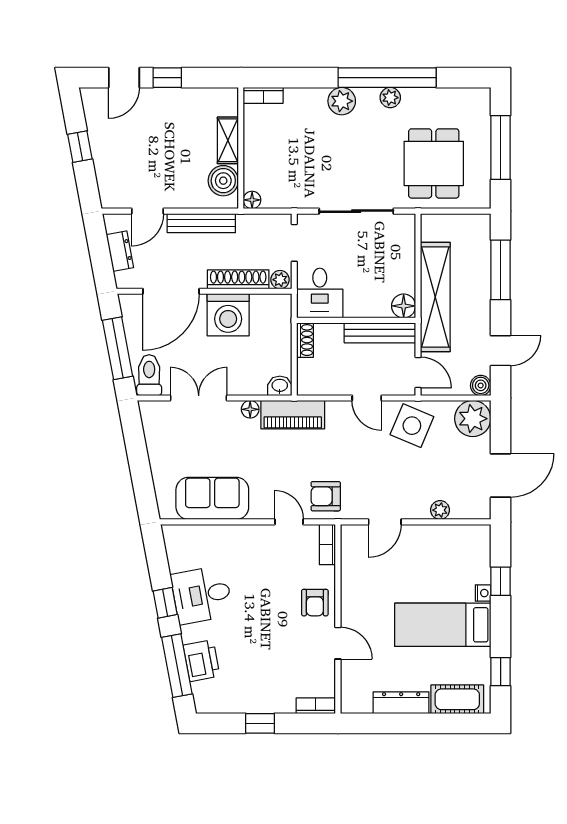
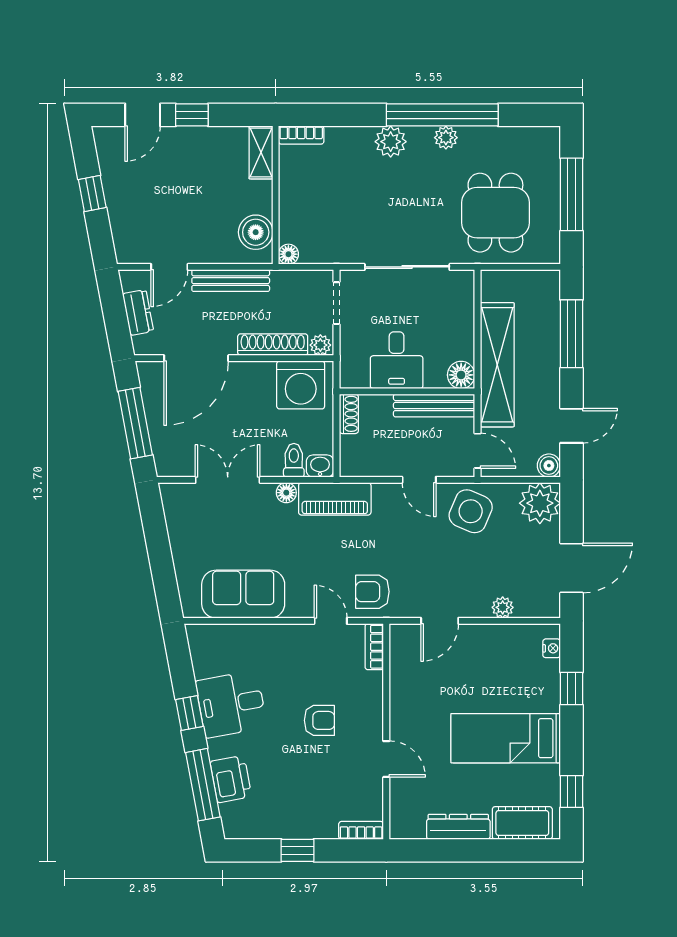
shelving: (228, 140) -> (261, 152), moved
desk: (320, 293) -> (397, 360), moved
washing machine: (228, 315) -> (301, 385), moved
toilet: (149, 375) -> (294, 460), moved, width x0.73, depth x0.72
nightstand: (483, 593) -> (552, 648), moved
armchair: (315, 603) -> (319, 720), moved, turned -90

